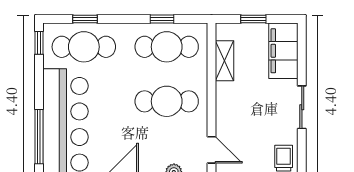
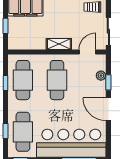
shelving: (224, 61) -> (59, 44), moved

